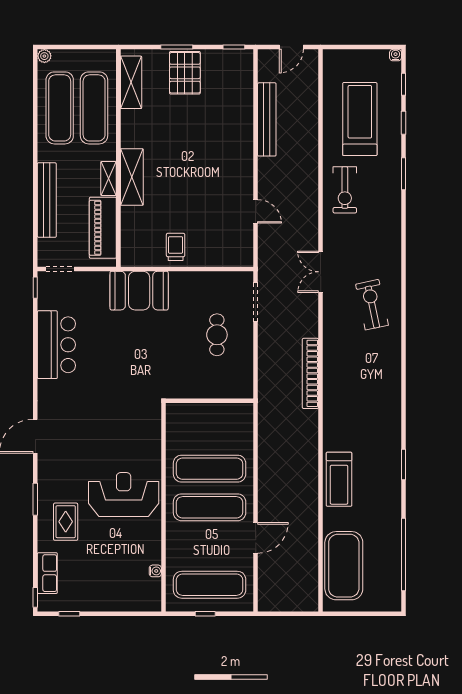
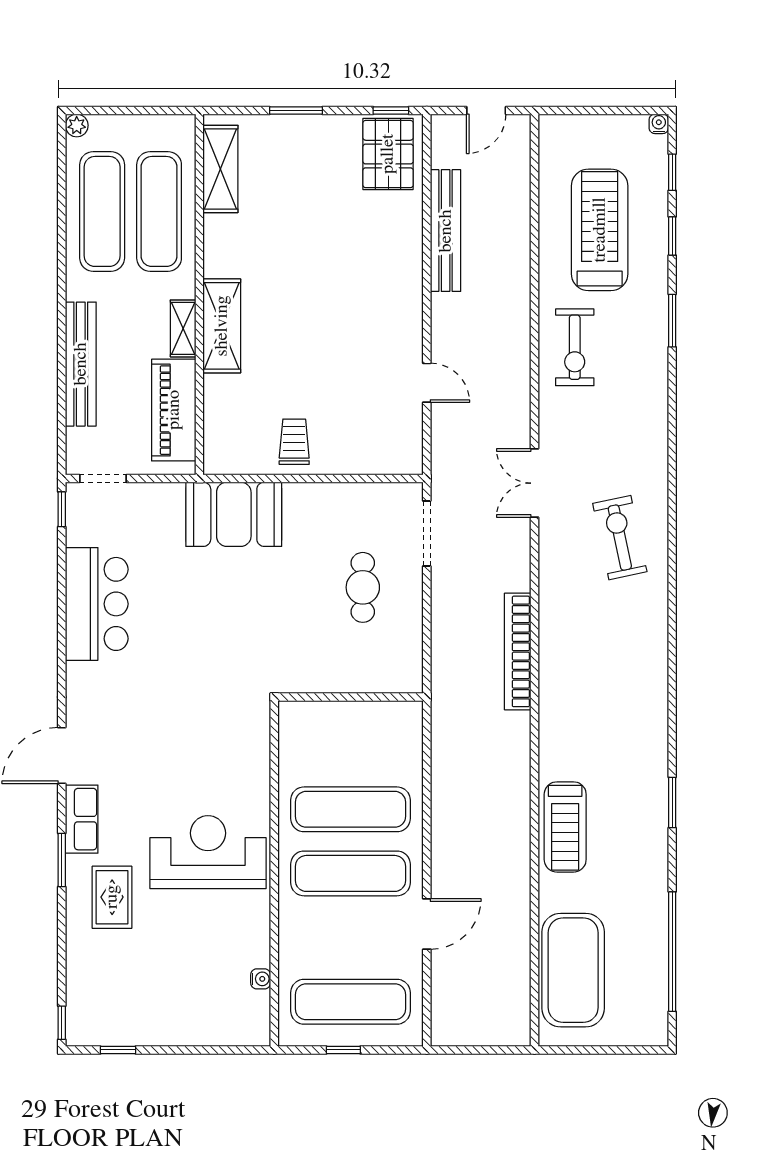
pallet: (185, 73) -> (388, 154), moved
row of seats: (47, 573) -> (82, 819), moved

